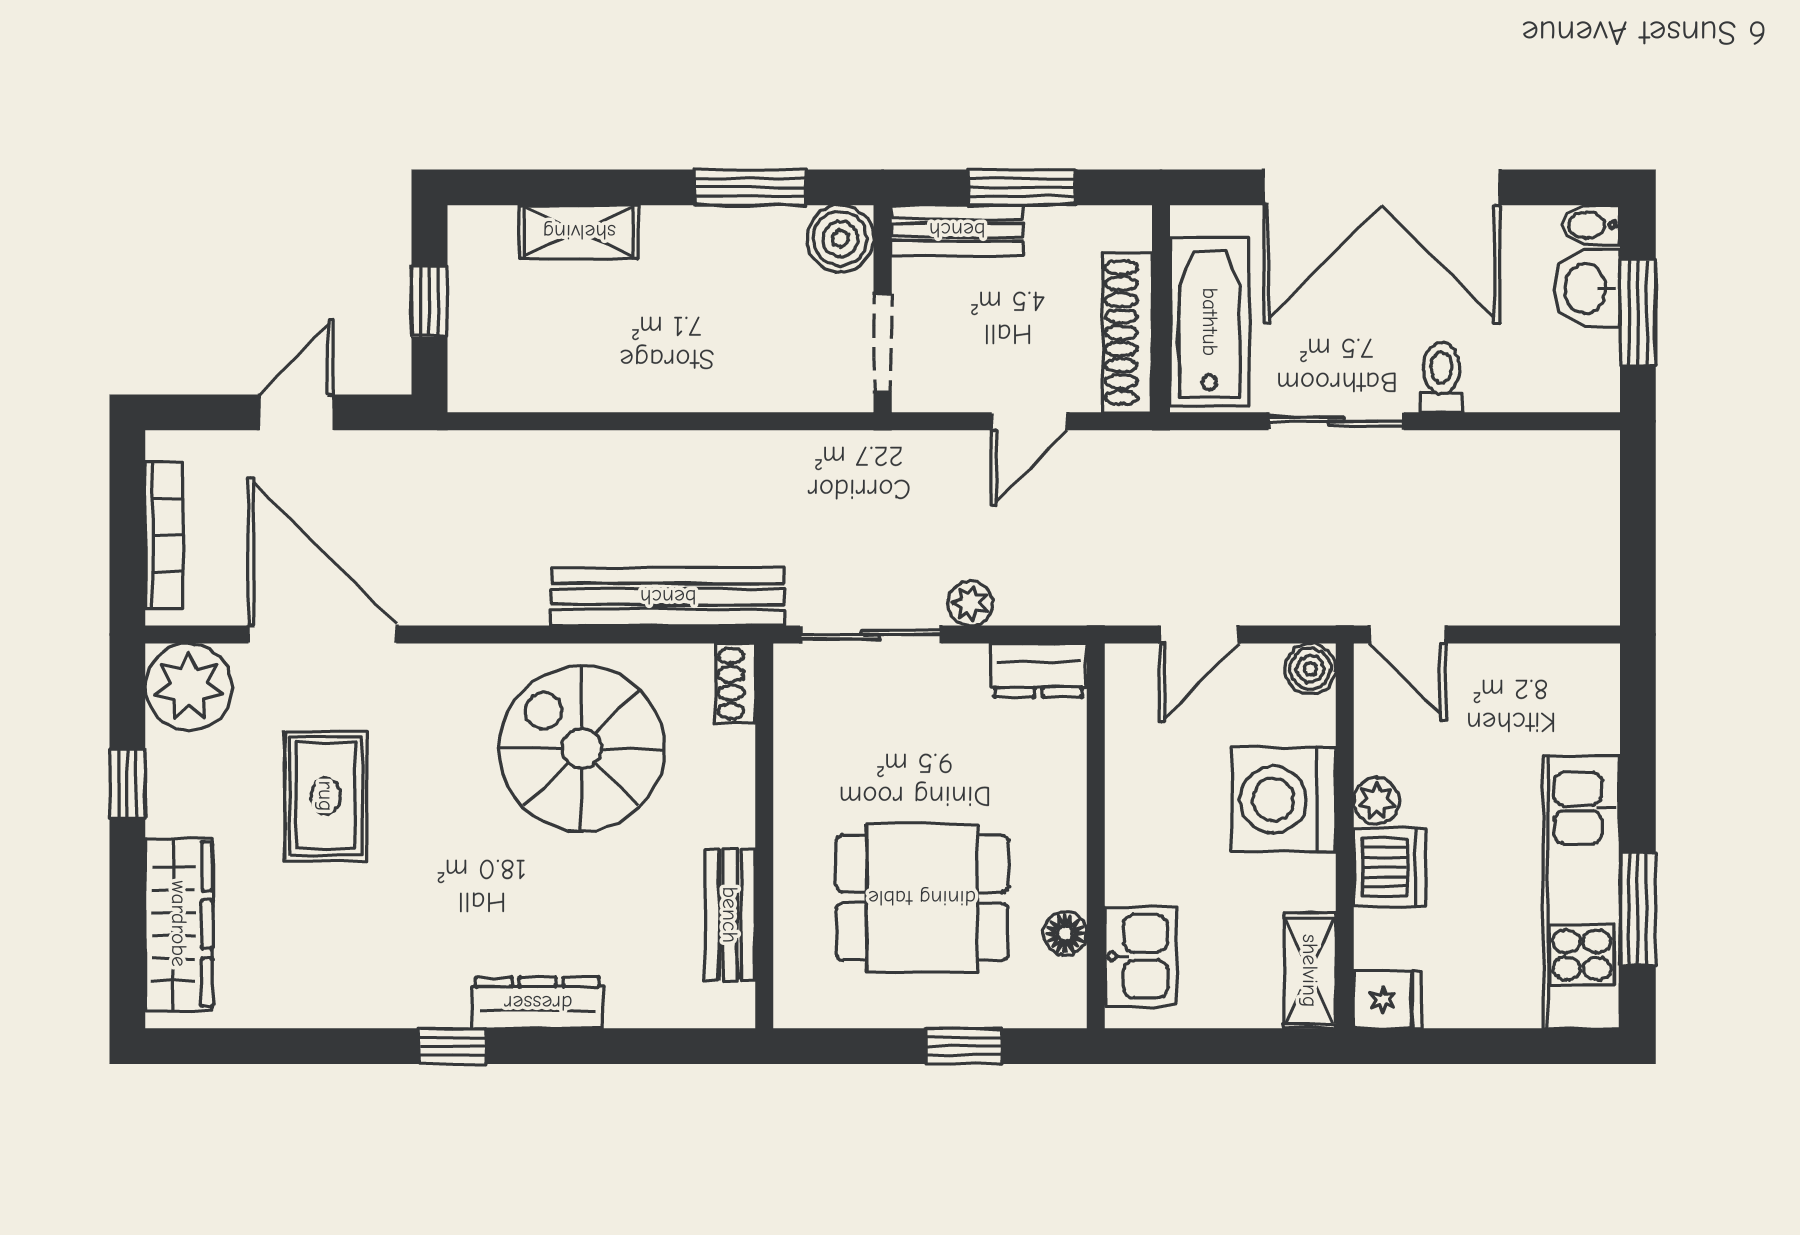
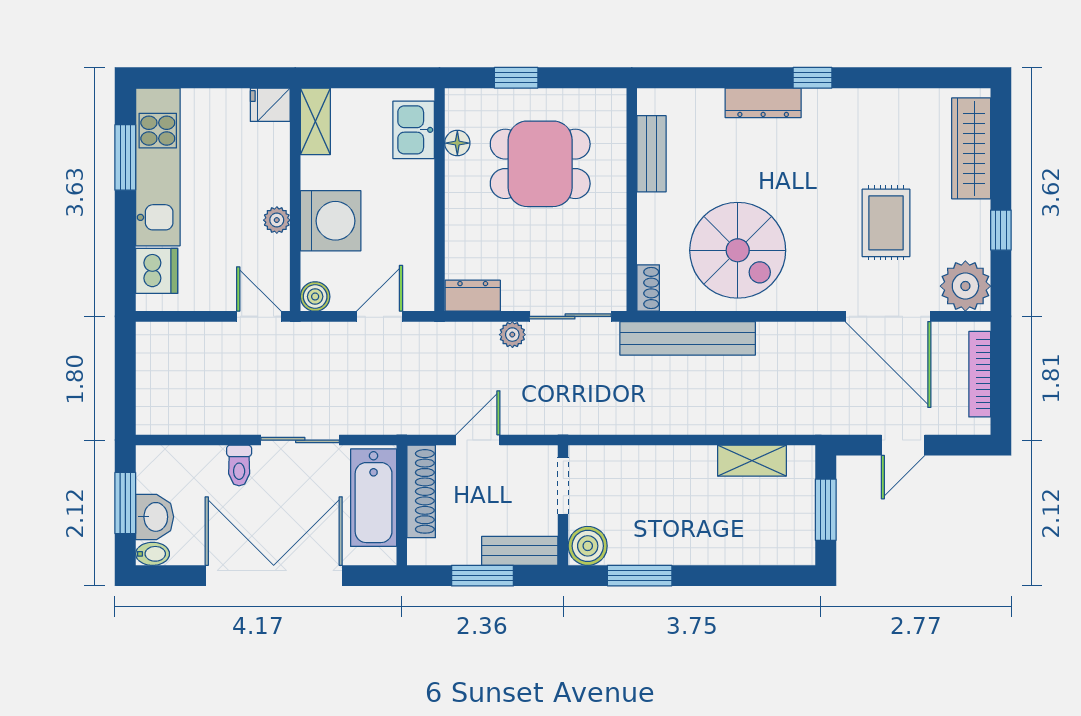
shelving: (579, 232) -> (752, 461), moved
window: (430, 301) -> (826, 510), width x1.50
dishwasher: (1390, 867) -> (157, 271), moved, turned 180

